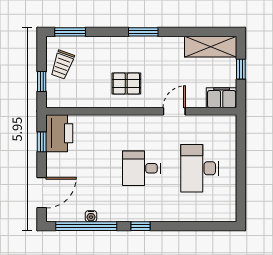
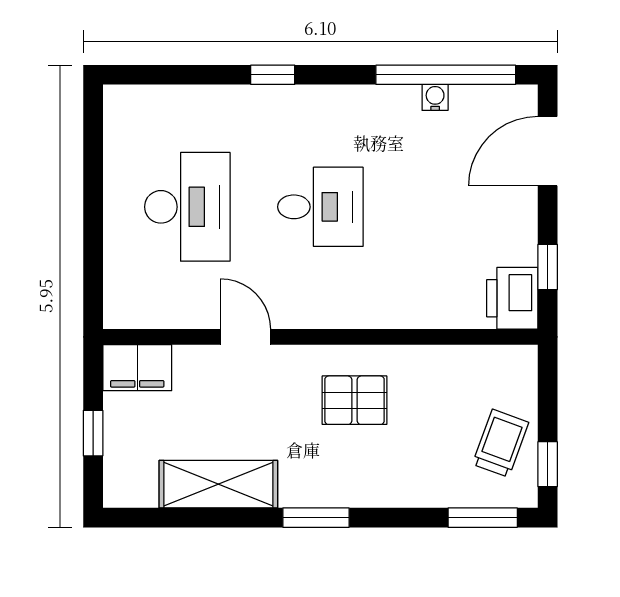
shelving: (211, 47) -> (218, 484), moved
window: (42, 81) -> (548, 464), moved
door: (174, 111) -> (245, 337), swing flipped
printer: (59, 133) -> (512, 298), width x0.73, depth x0.84
window: (141, 226) -> (273, 75), moved

